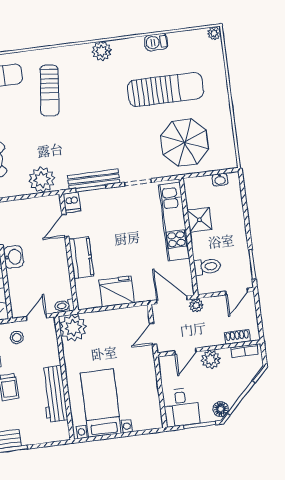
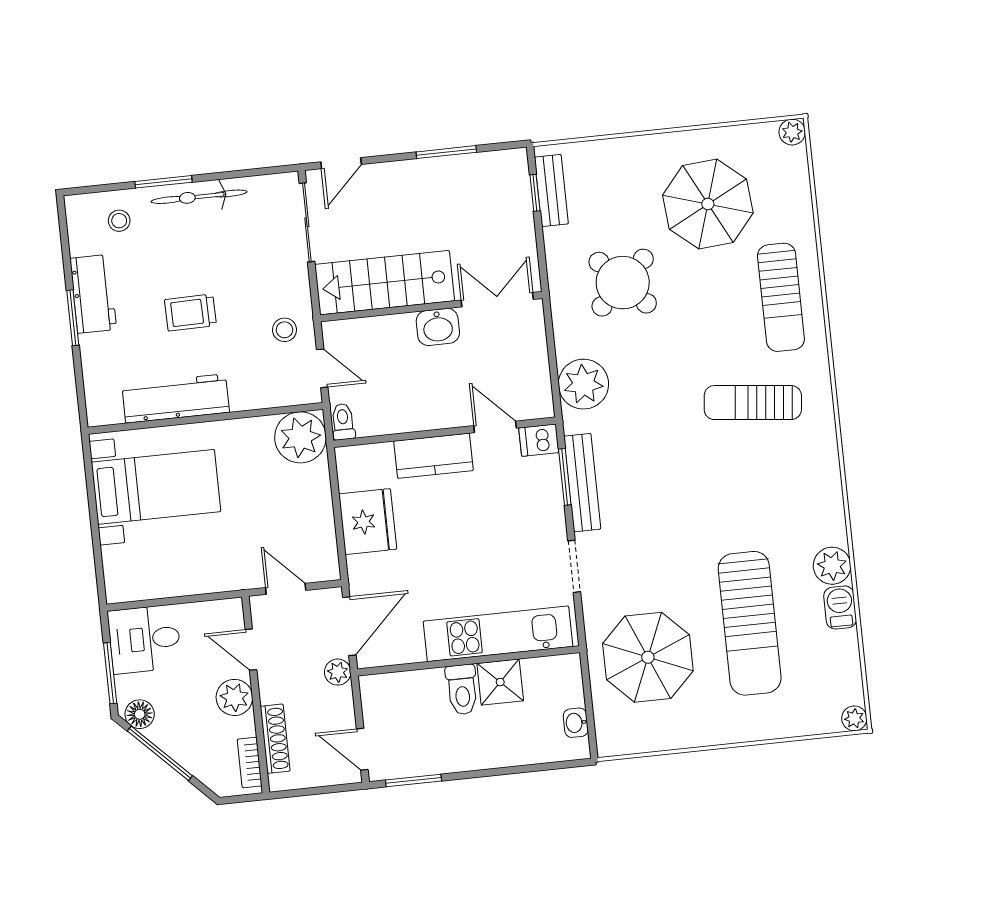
plant: (102, 51) -> (832, 566), moved
toilet: (207, 267) -> (462, 690), moved
shoe rack: (237, 337) -> (275, 739), width x1.43

